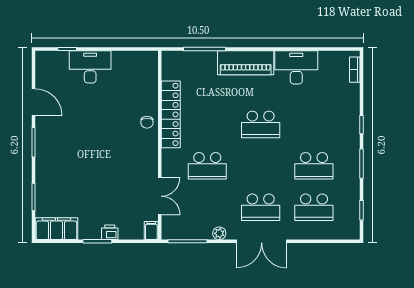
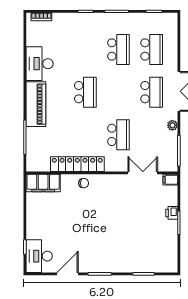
desk: (90, 67) -> (39, 256), moved
filing cabinet: (56, 229) -> (43, 183), moved, turned -90

